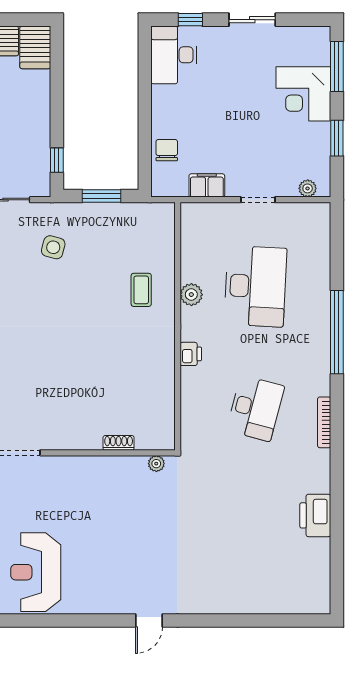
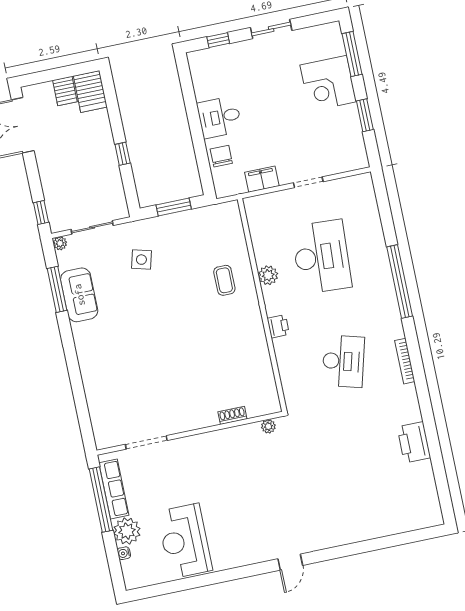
desk: (174, 55) -> (219, 117), moved, width x0.73
window: (57, 160) -> (123, 154), moved
plant: (308, 188) -> (349, 164), removed

